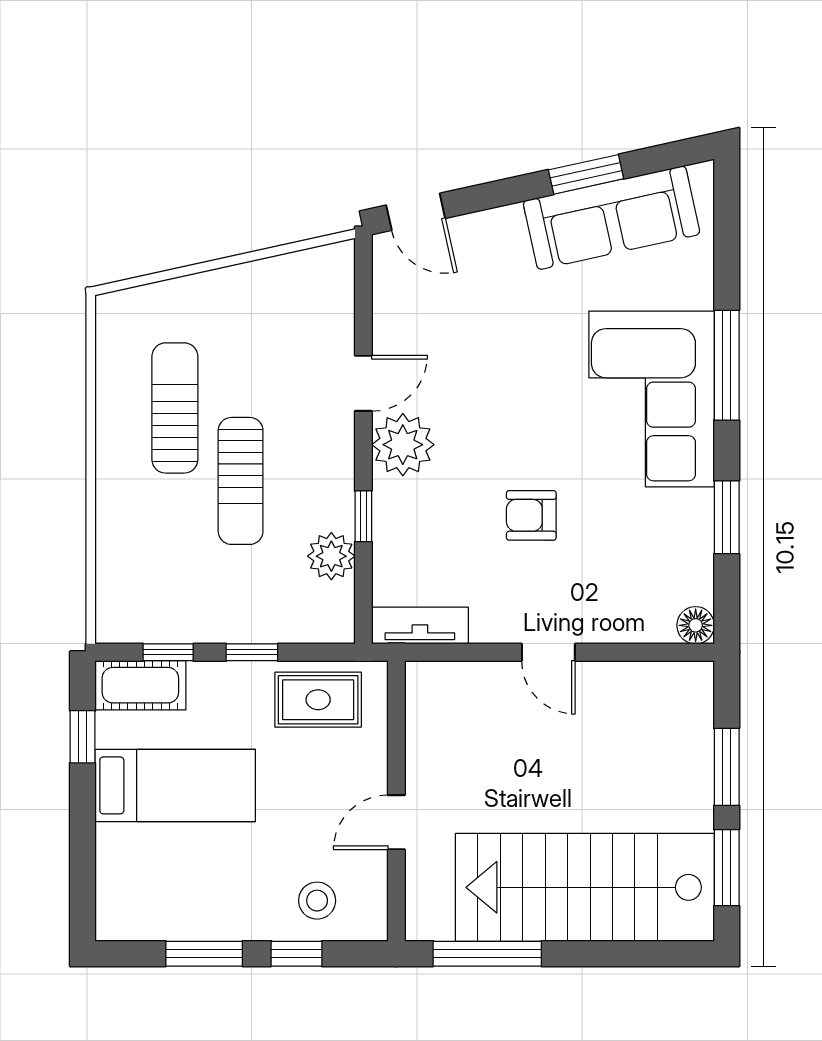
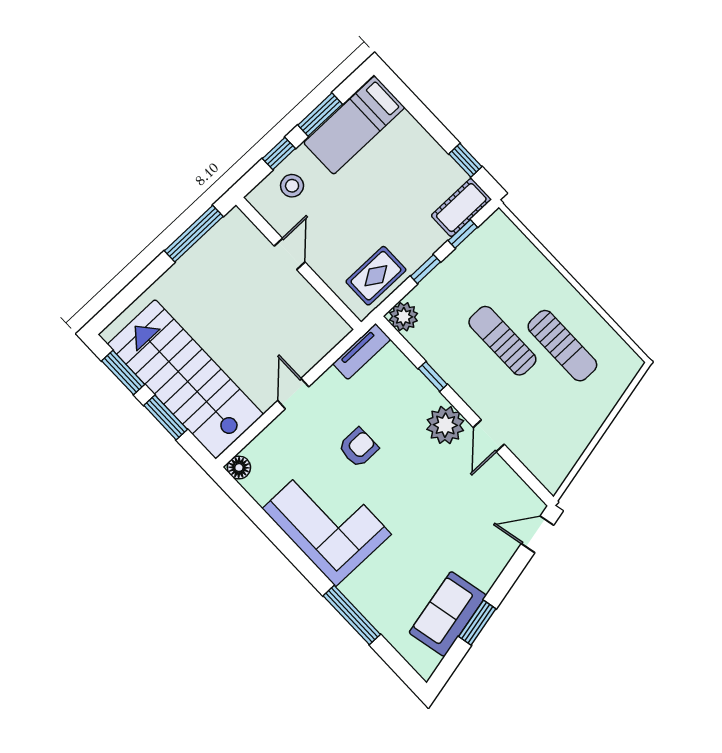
sofa: (611, 218) -> (448, 614), width x0.73
window: (727, 365) -> (352, 615), moved
corner sofa: (652, 399) -> (327, 521), moved
window: (727, 517) -> (270, 529), removed
plant: (331, 556) -> (404, 317), moved
door: (548, 652) -> (293, 394), hinge flipped
bed: (175, 785) -> (354, 125), moved
stairs: (585, 887) -> (185, 379), moved, turned -90

